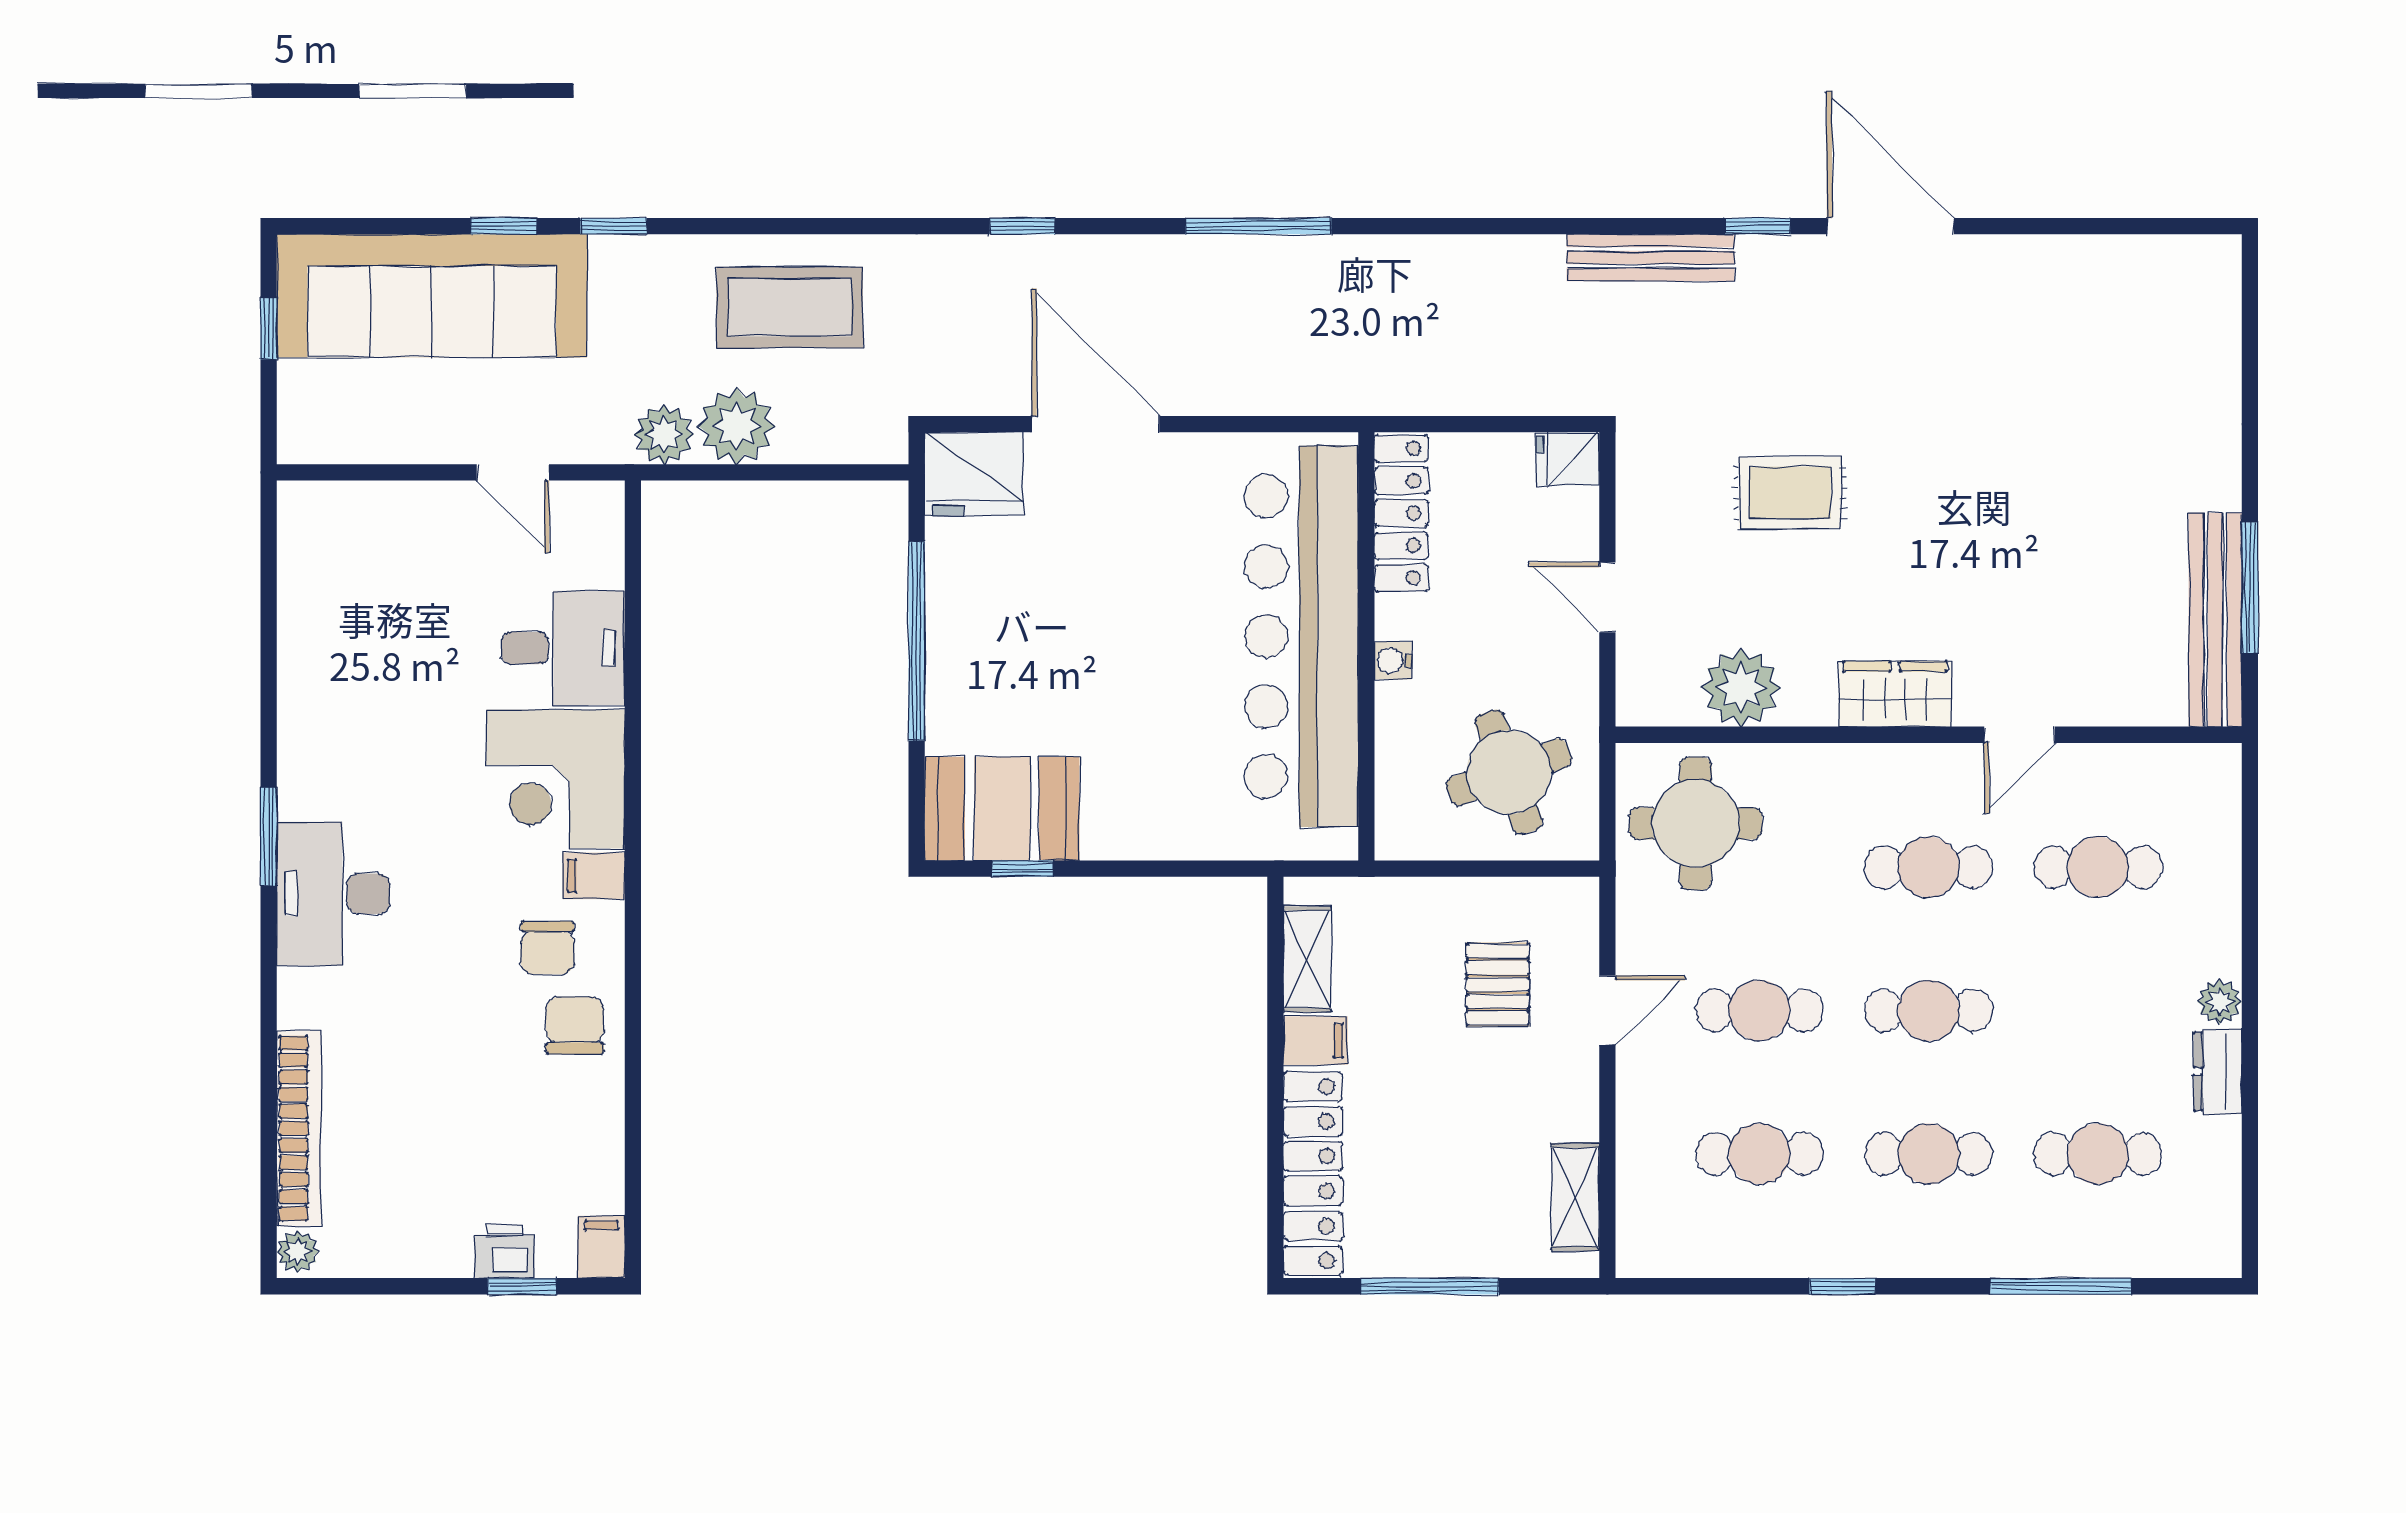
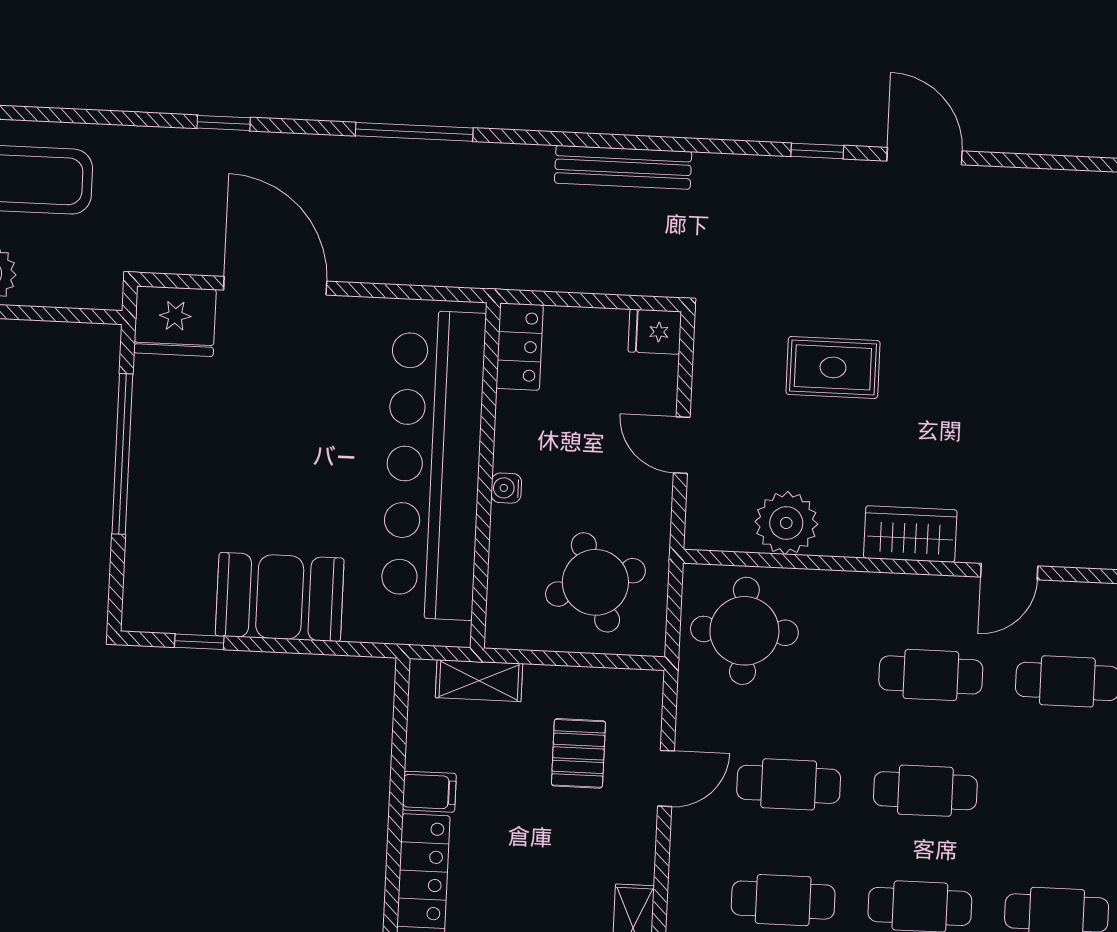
door: (1891, 226) -> (924, 156), width x0.73
bench: (1651, 258) -> (623, 167), moved
locker: (1401, 513) -> (520, 347), width x0.66
booth: (1002, 809) -> (280, 597), moved
shelving: (1307, 959) -> (479, 681), moved, turned 90

